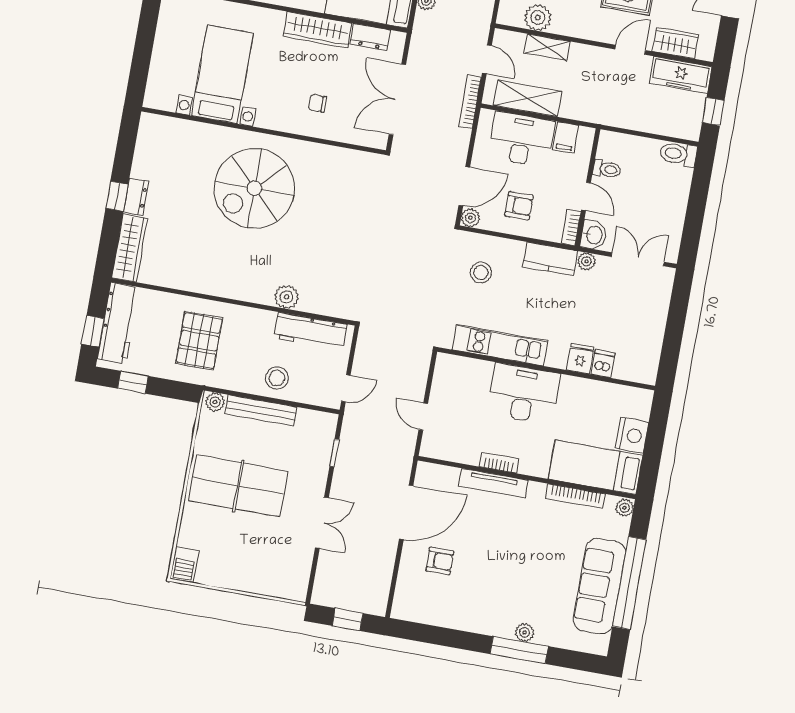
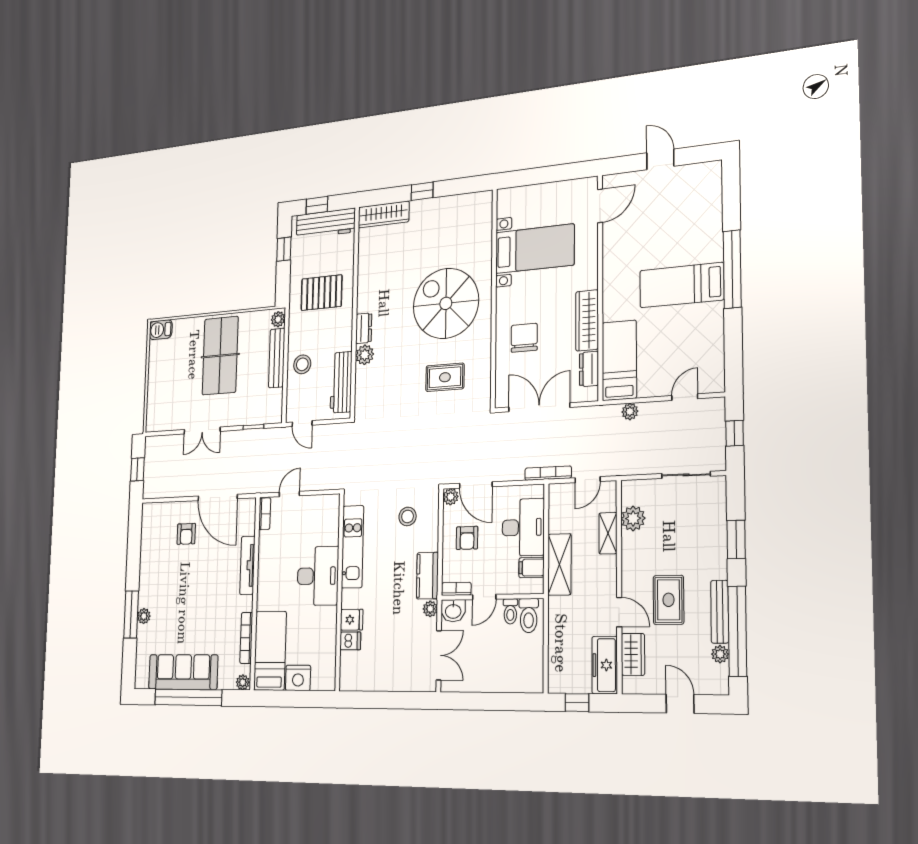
shelving: (528, 98) -> (559, 564), moved
chair: (317, 103) -> (524, 338), width x1.87, depth x1.87
toilet: (678, 154) -> (529, 616), moved, turned 180
dresser: (136, 197) -> (364, 328), moved, turned -90
rug: (337, 203) -> (445, 377), added
bookcase: (499, 463) -> (265, 514), moved

